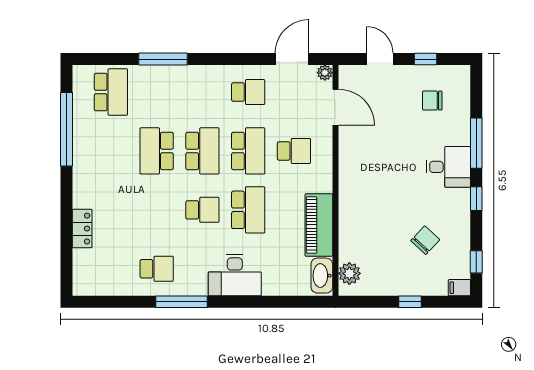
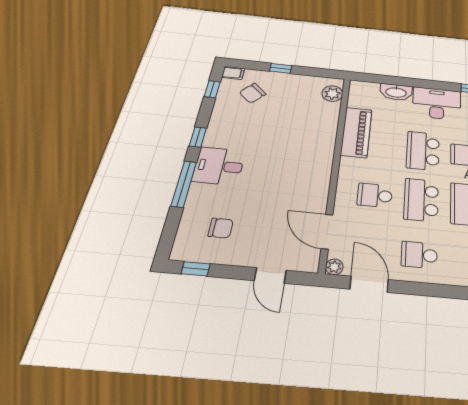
door: (292, 59) -> (369, 284), swing flipped
window: (426, 59) -> (196, 269), moved
chair: (425, 240) -> (252, 93), moved
washbasin: (322, 276) -> (396, 92), moved, turned 90

